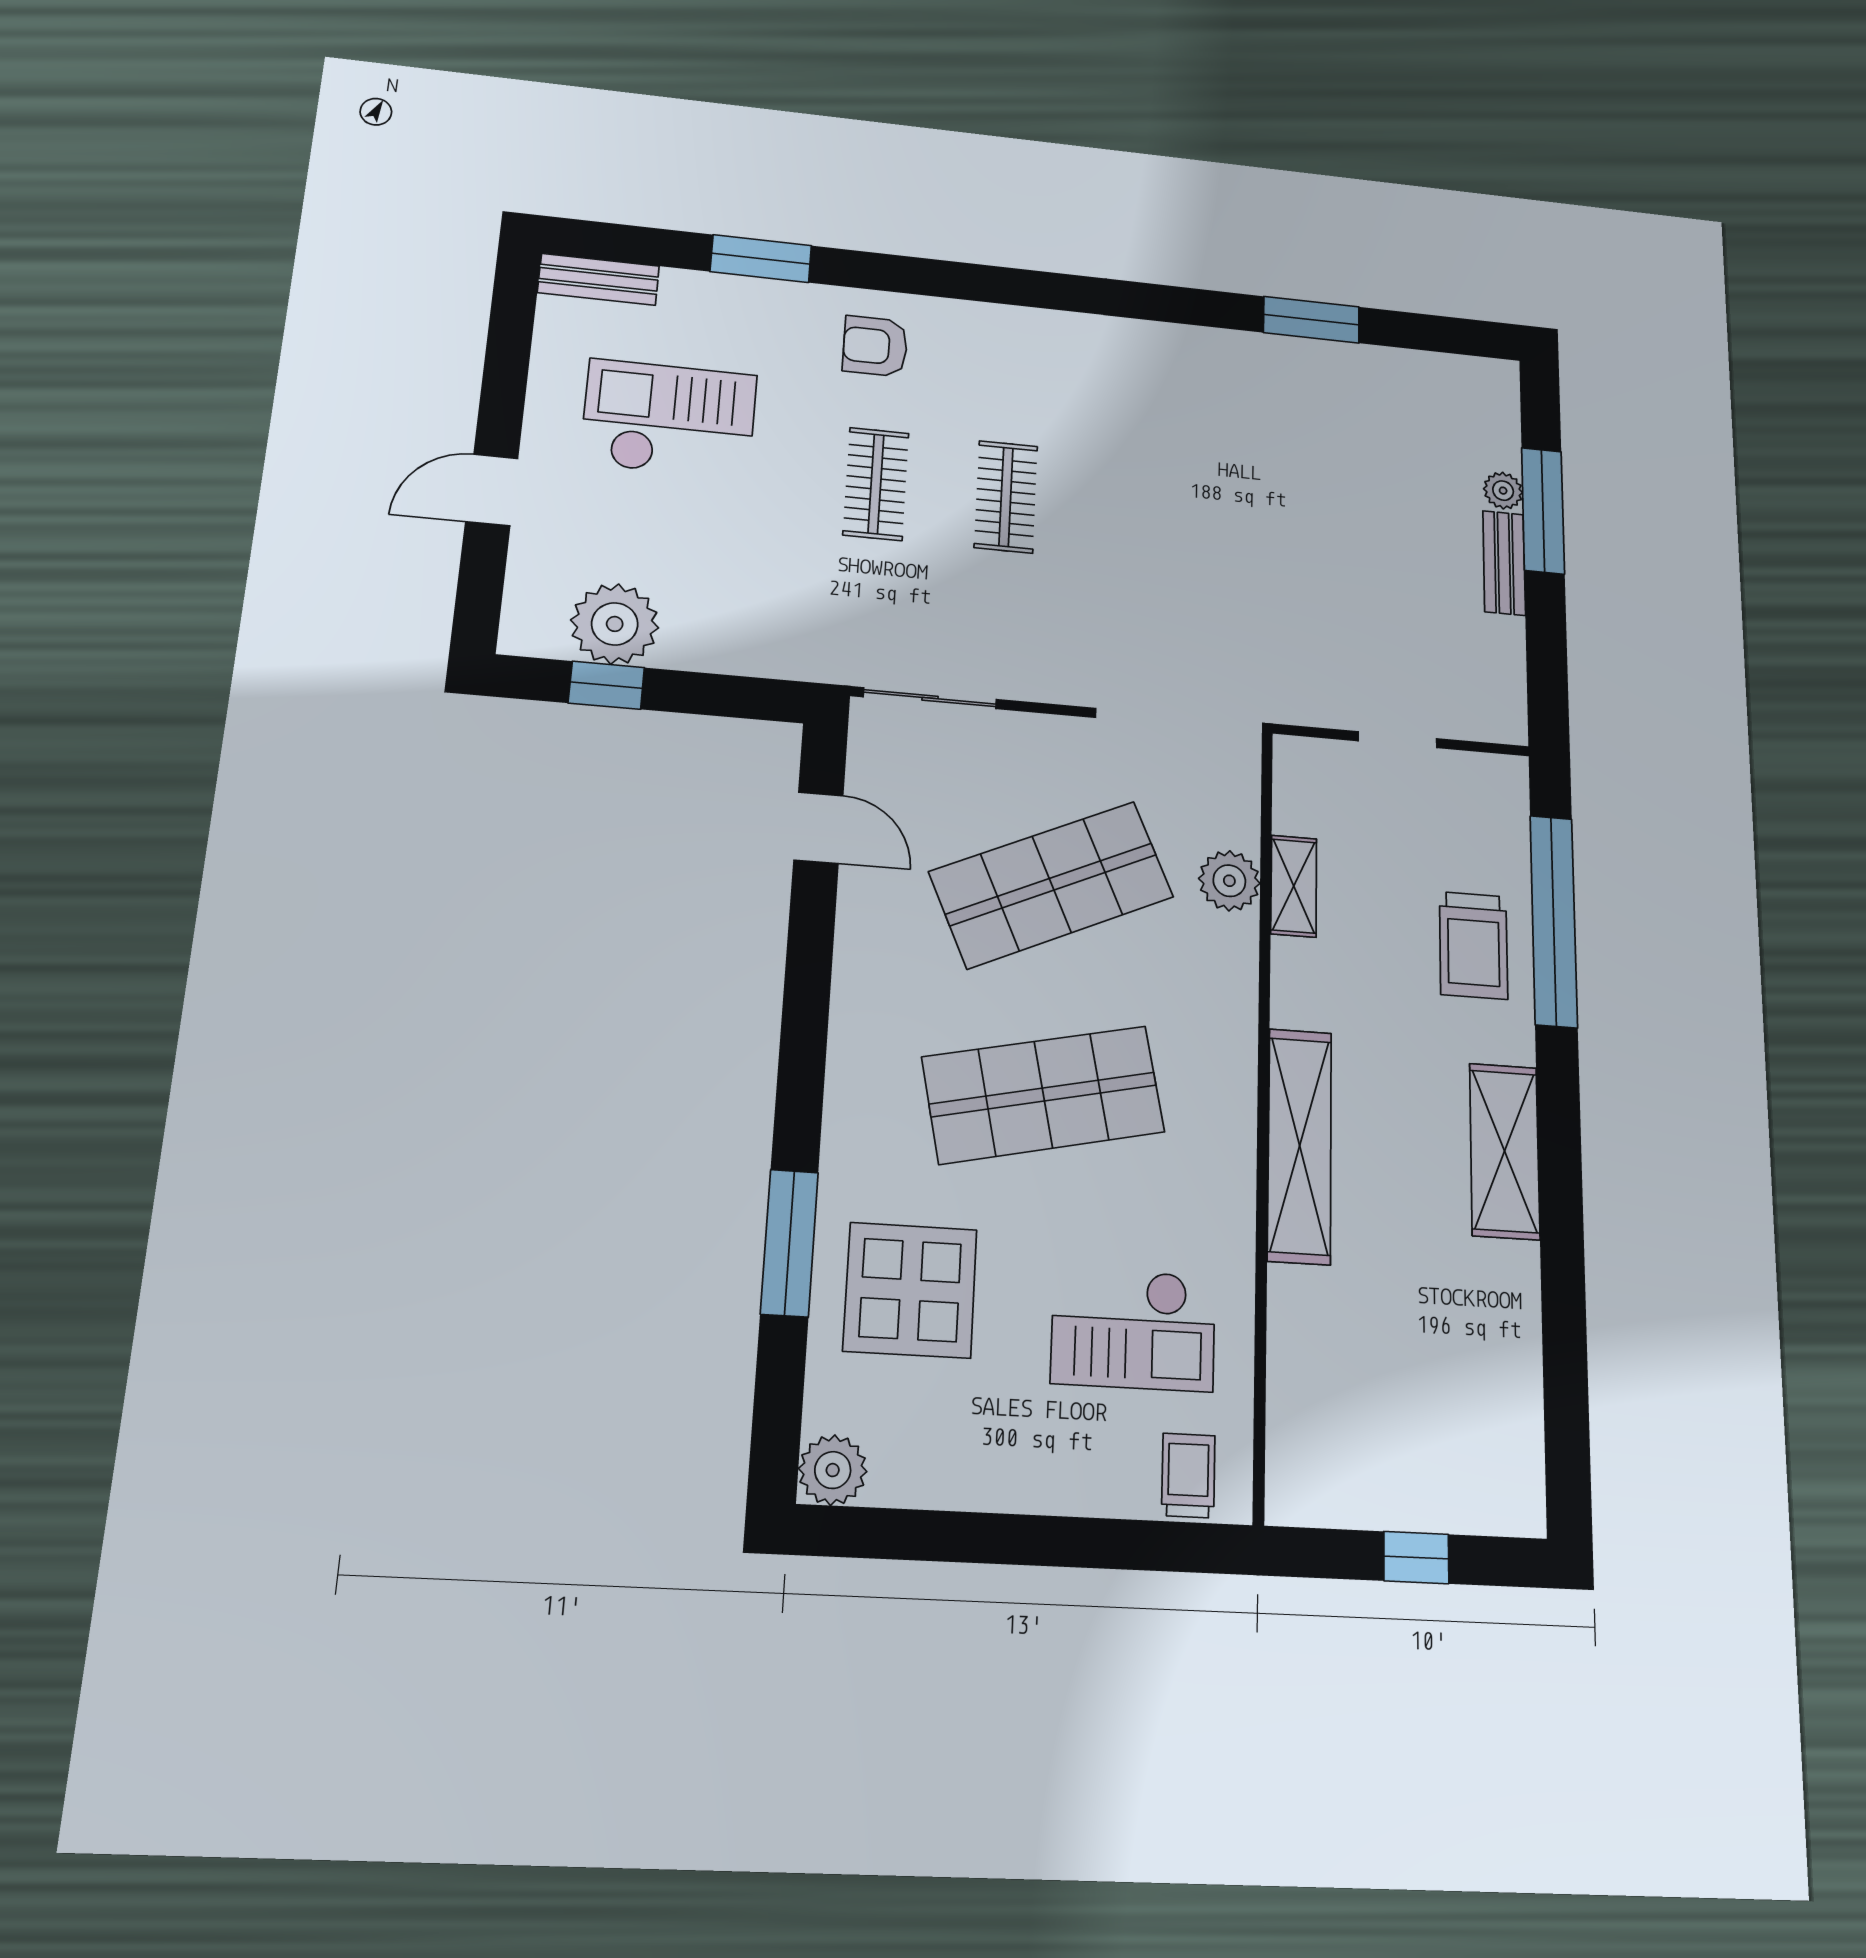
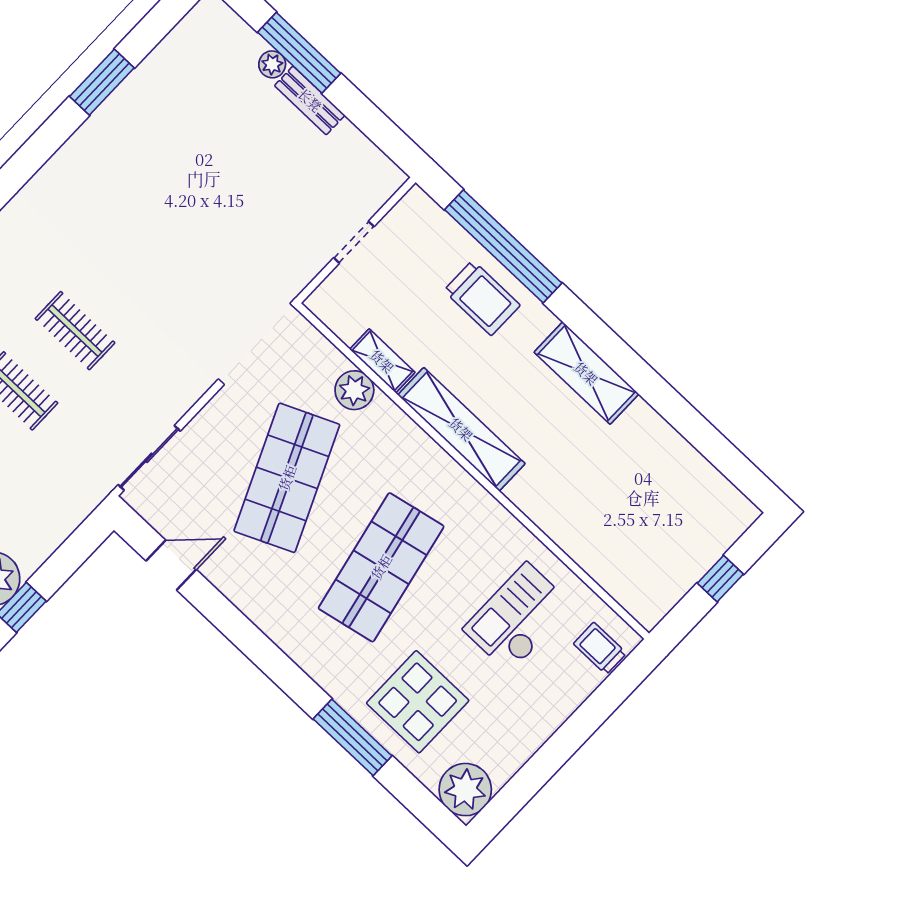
shelving: (1300, 1146) -> (461, 429), moved
checkout: (1133, 1329) -> (518, 618), turned 180
plant: (833, 1470) -> (465, 790), width x1.36, depth x1.36

